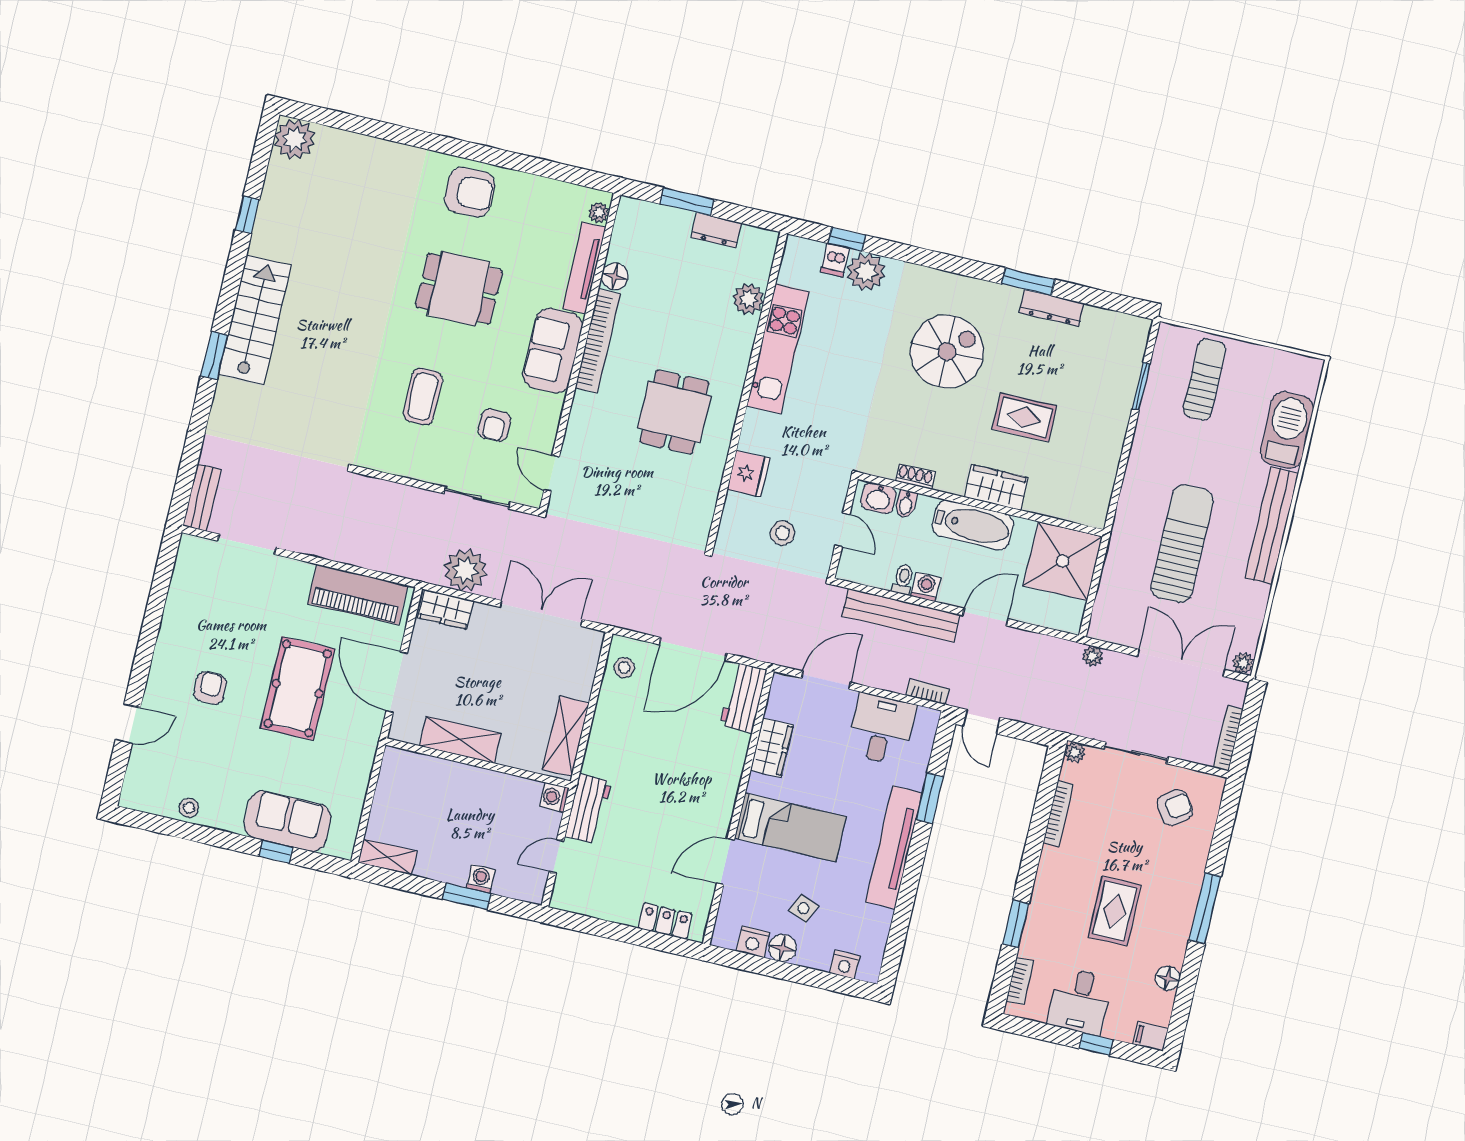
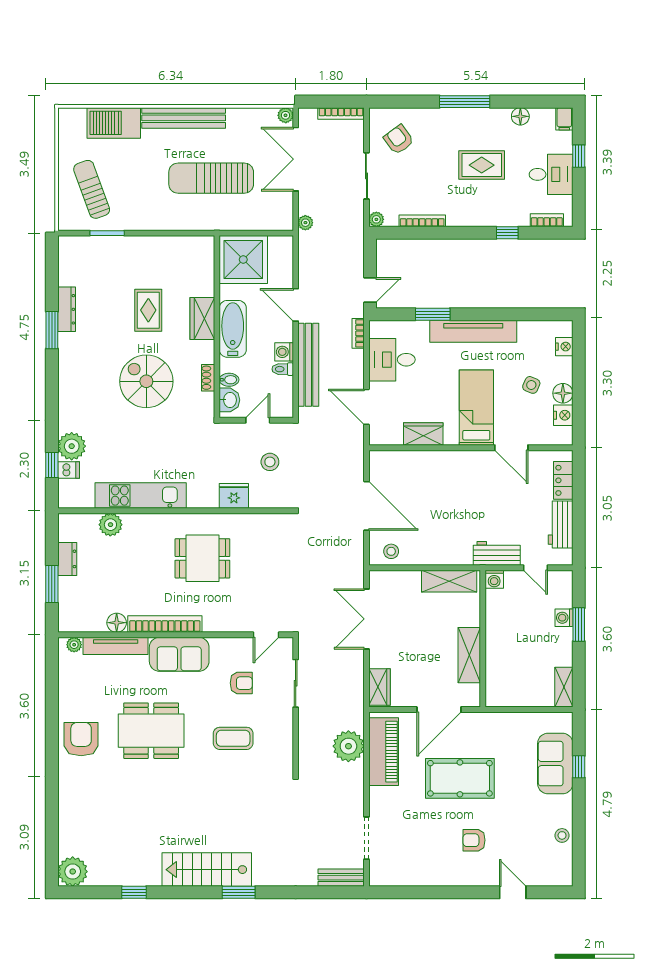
dining table: (459, 289) -> (151, 731), width x1.38
spiral stairs: (947, 352) -> (146, 381), moved
sun lounger: (1205, 379) -> (92, 189), turned 70
plant: (465, 570) -> (348, 746), moved
workbench: (743, 697) -> (561, 525), moved, turned 90
window: (1016, 924) -> (507, 233), width x0.67

